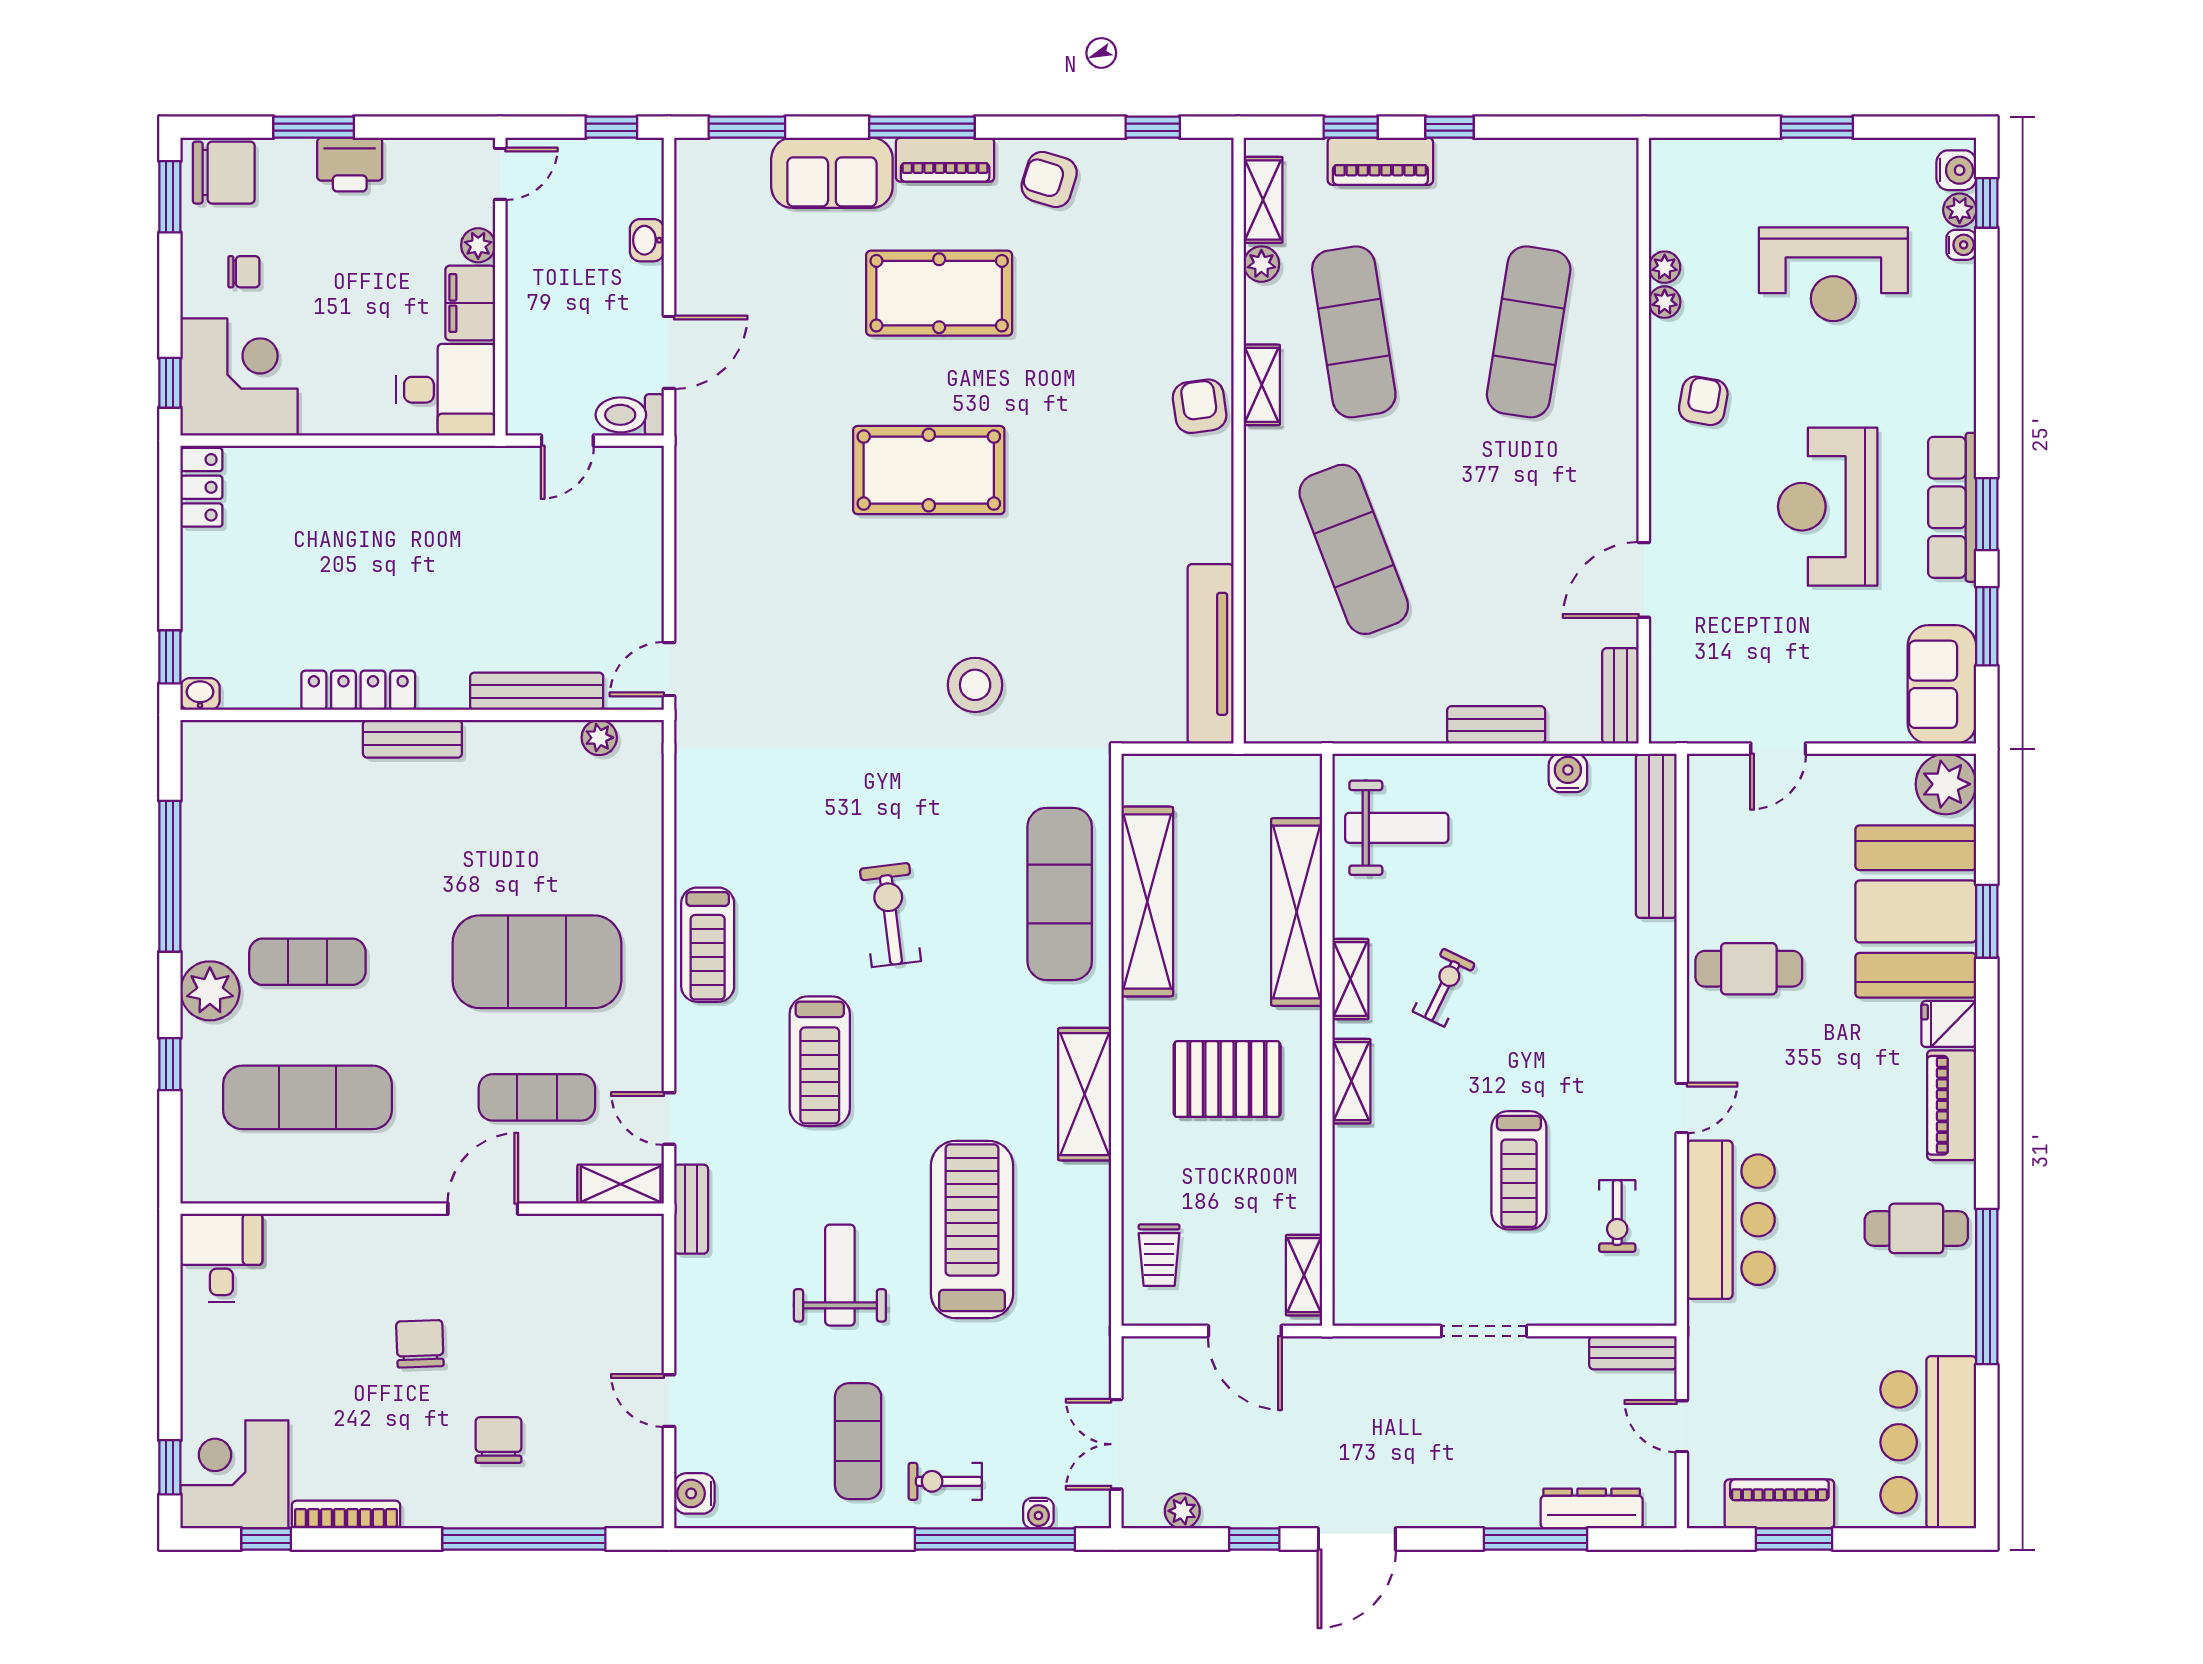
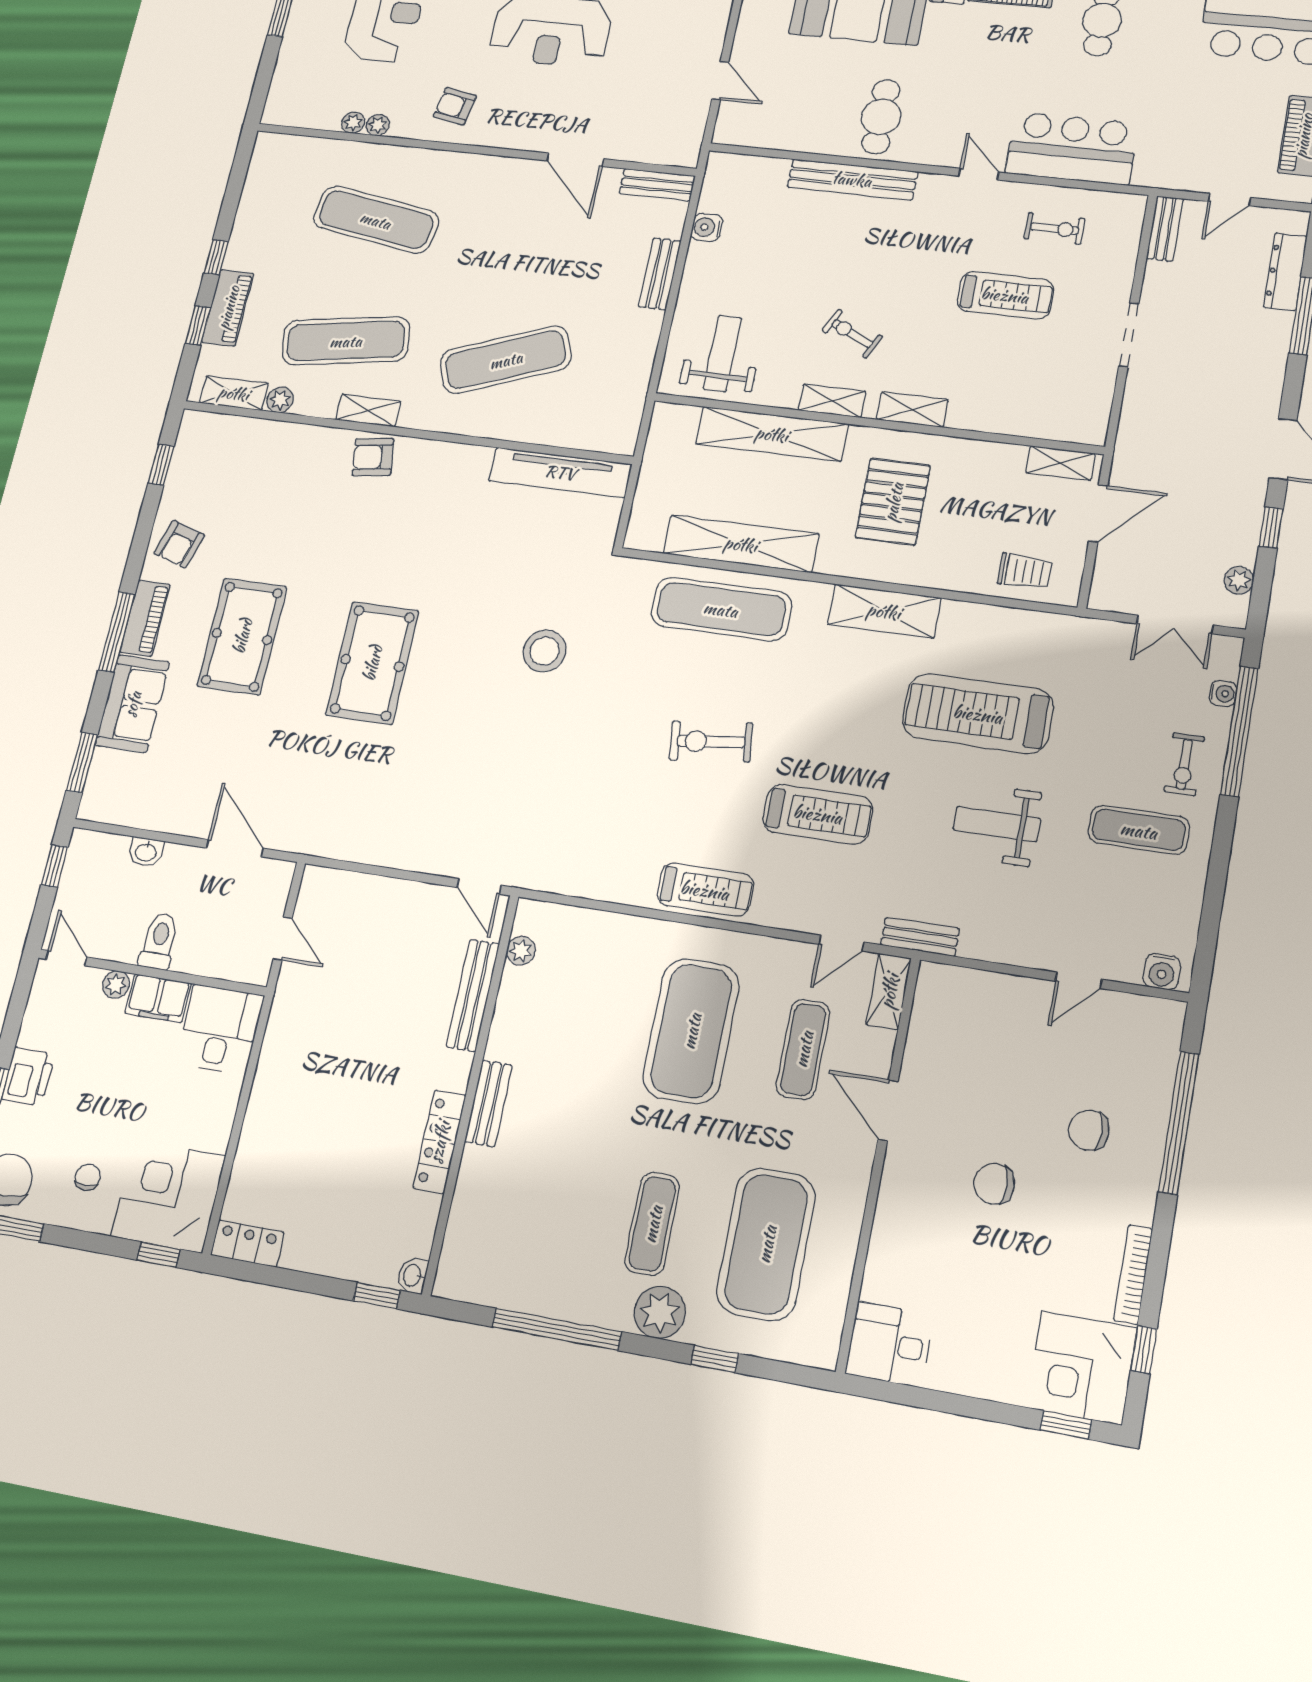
toilet: (630, 415) -> (159, 941), moved, turned 180
bench: (1656, 836) -> (852, 179), moved
exercise mat: (307, 1097) -> (766, 1244), width x1.47

